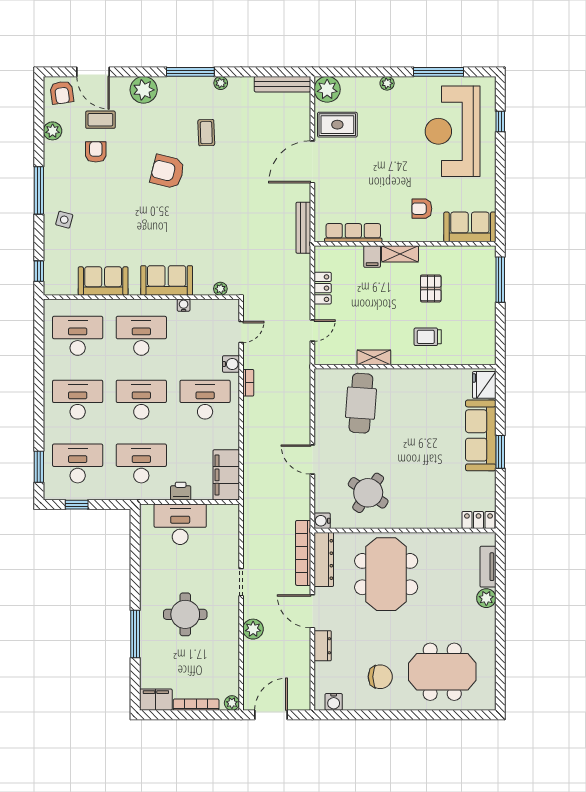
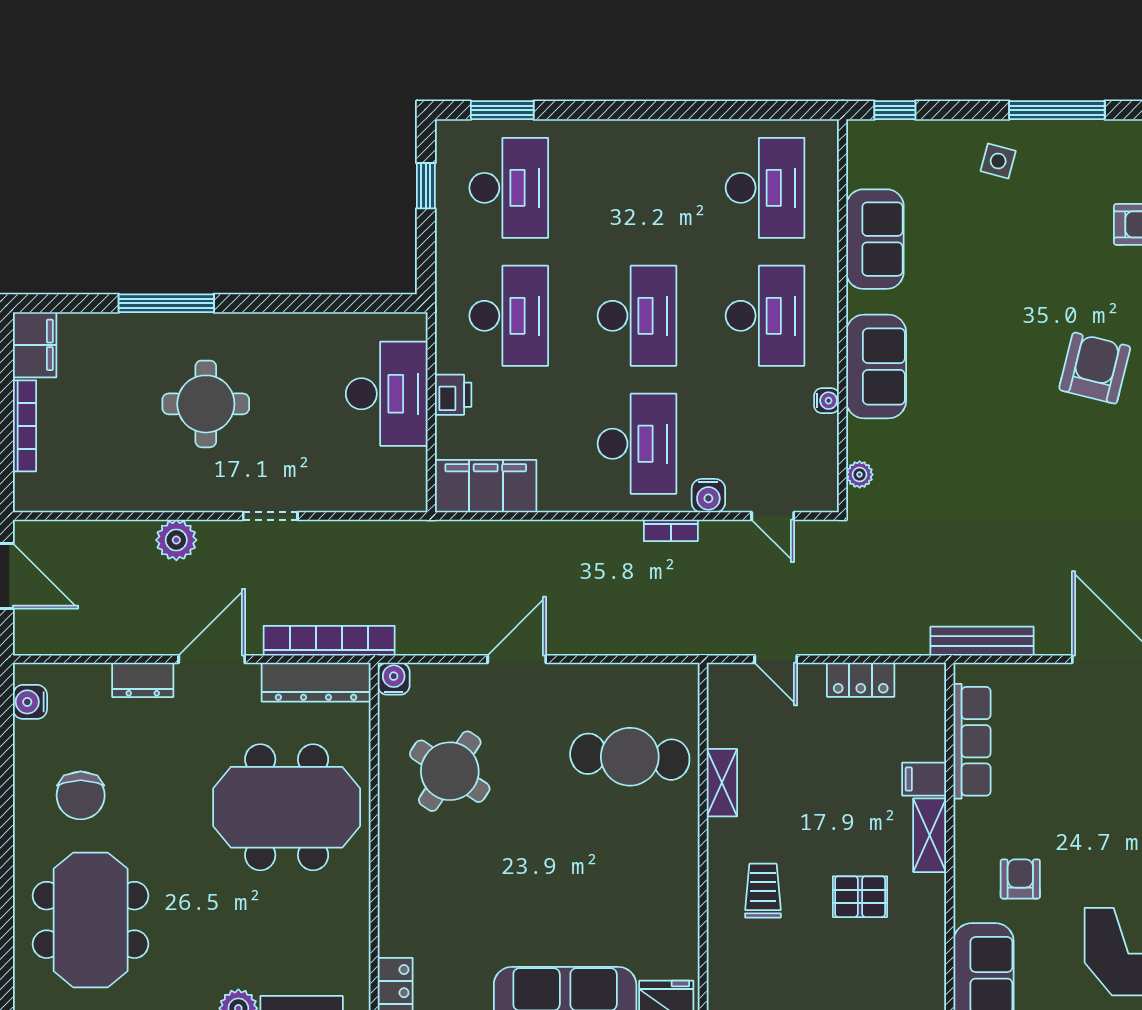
desk: (78, 400) -> (637, 188), removed
plant: (232, 703) -> (28, 498), removed

